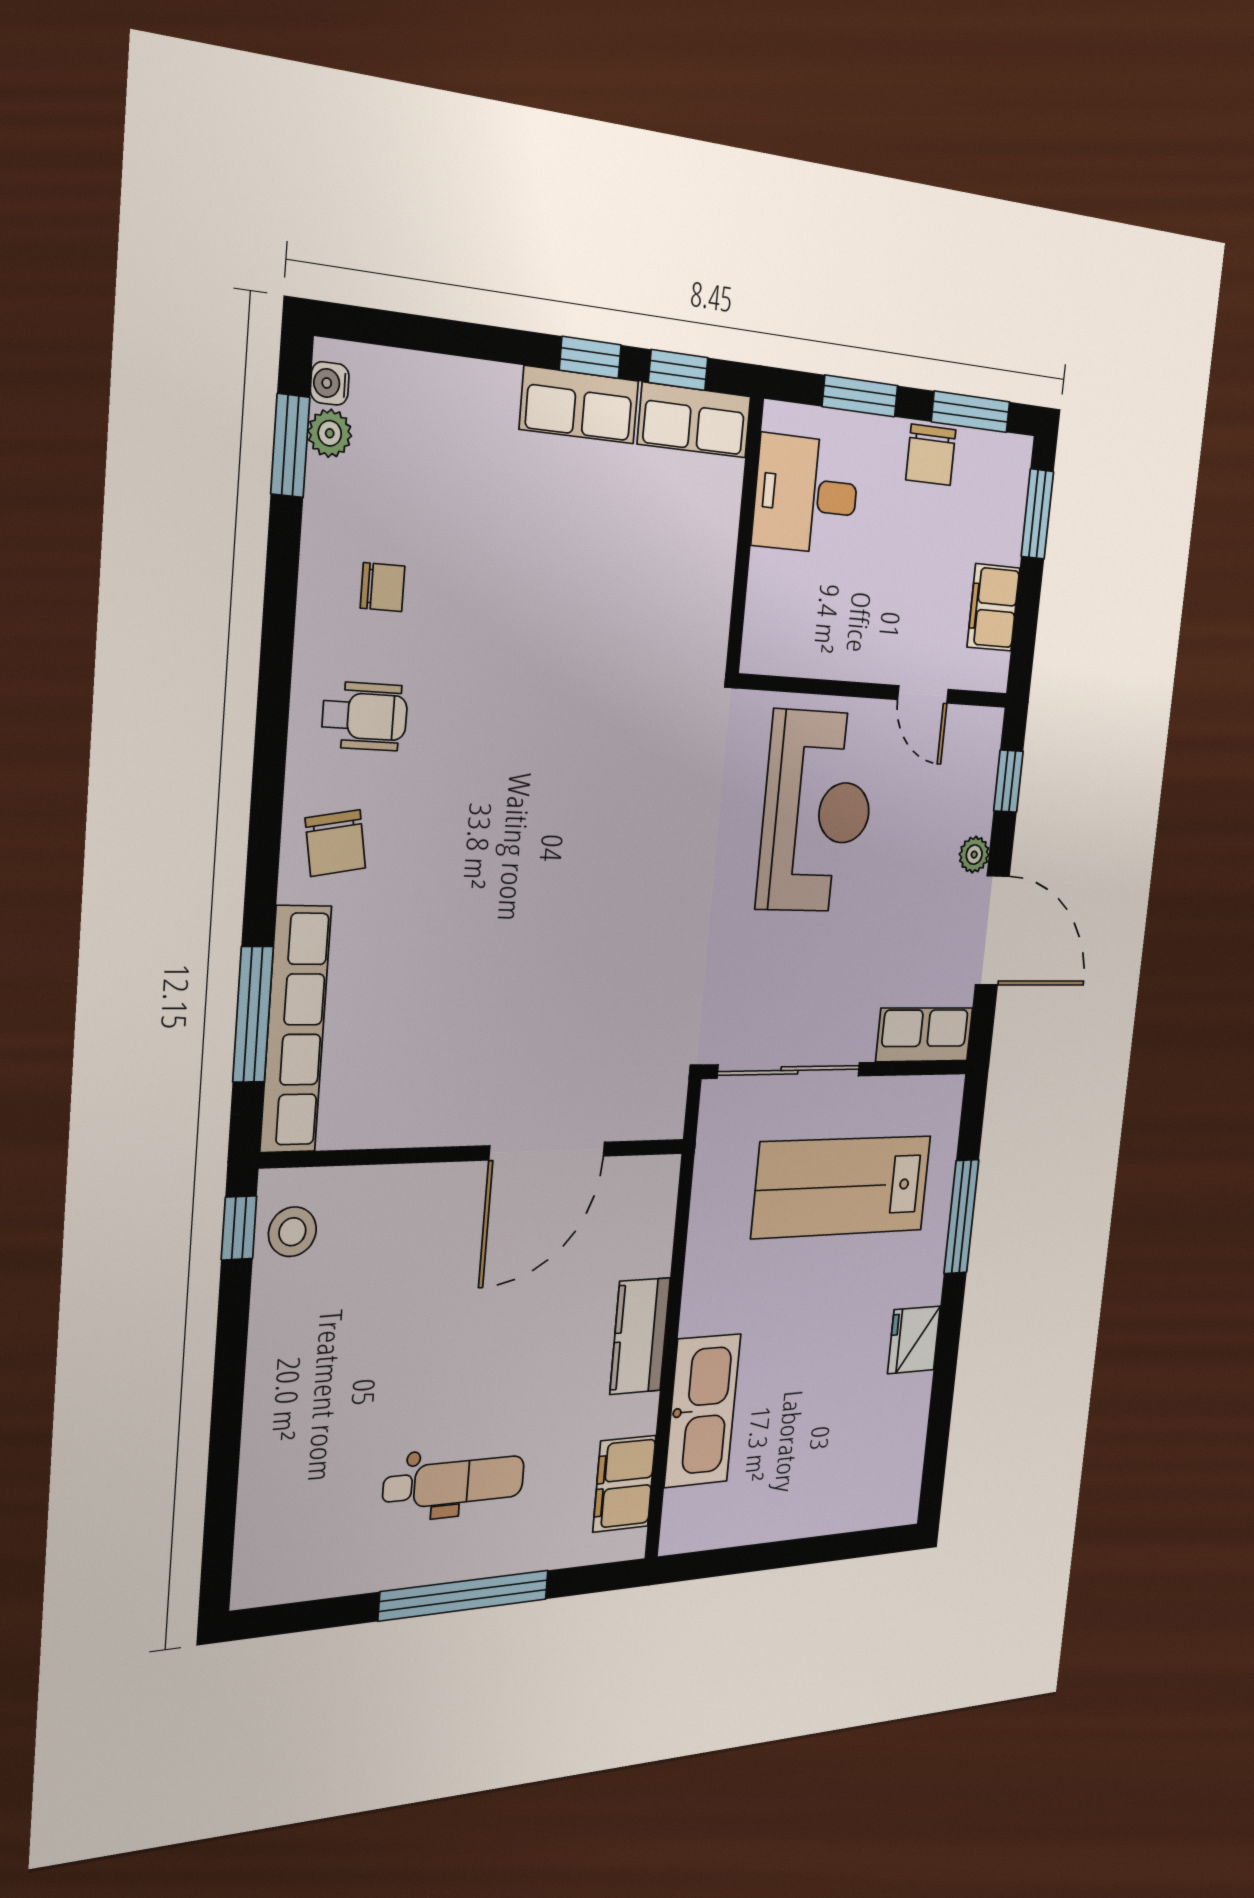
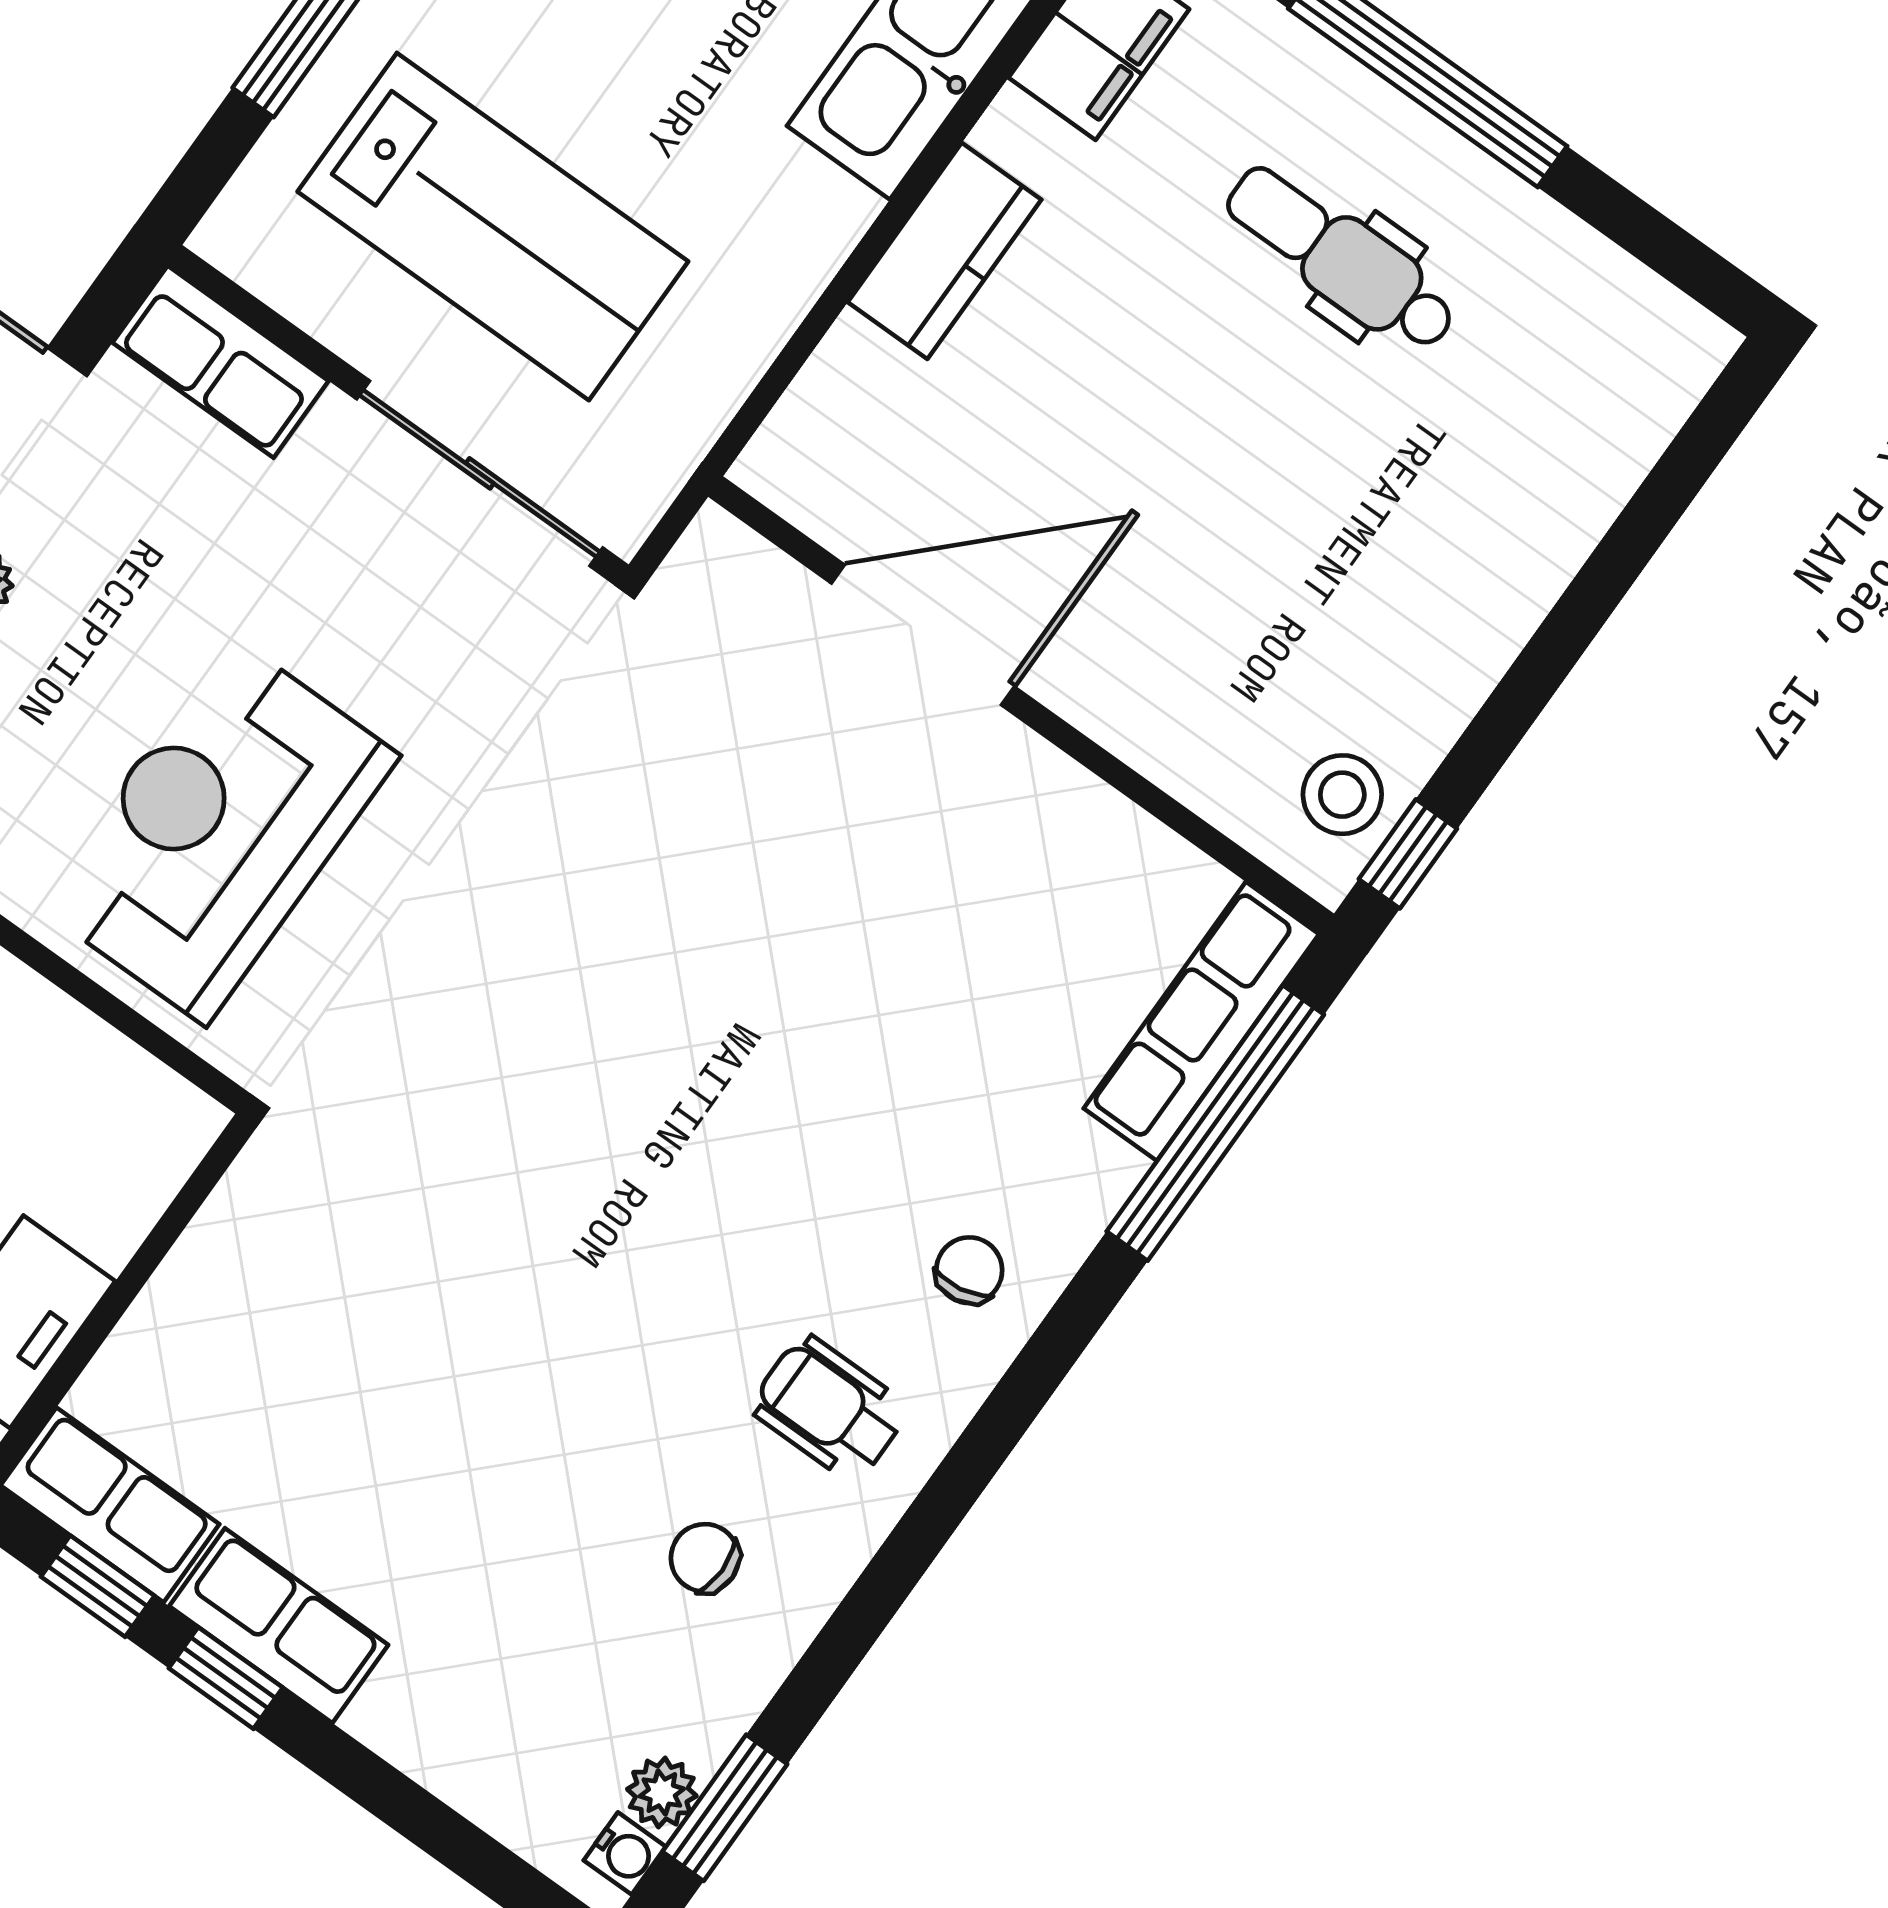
chair: (335, 843) -> (969, 1270), width x0.73, depth x0.73
window: (253, 1014) -> (1215, 1123), width x1.46
row of seats: (296, 1030) -> (1201, 1021), width x0.73

